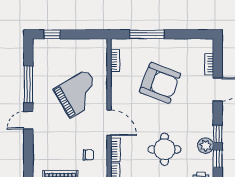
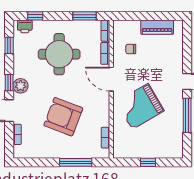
window: (52, 34) -> (148, 162), moved
window: (218, 134) -> (9, 83), moved
plant: (206, 146) -> (21, 86), moved
round table: (165, 149) -> (59, 54), width x1.36, depth x1.36

